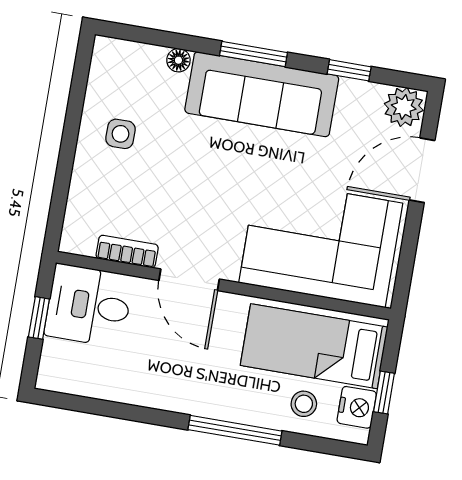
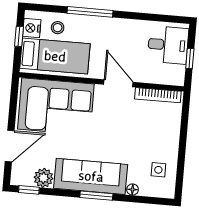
window: (349, 70) -> (29, 190), moved
plant: (404, 107) -> (44, 178), moved
side table: (121, 134) -> (158, 170), moved
bookcase: (127, 252) -> (158, 95), width x1.56
desk: (89, 305) -> (168, 45), moved

